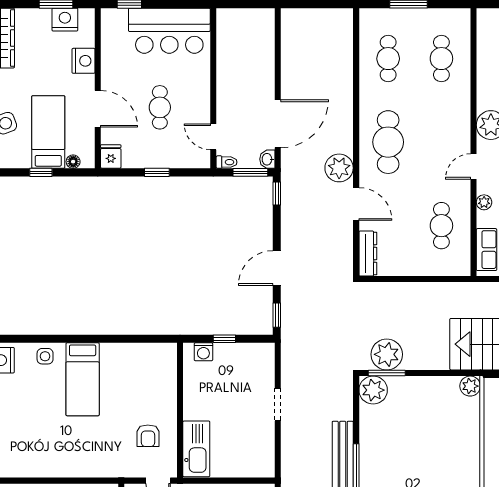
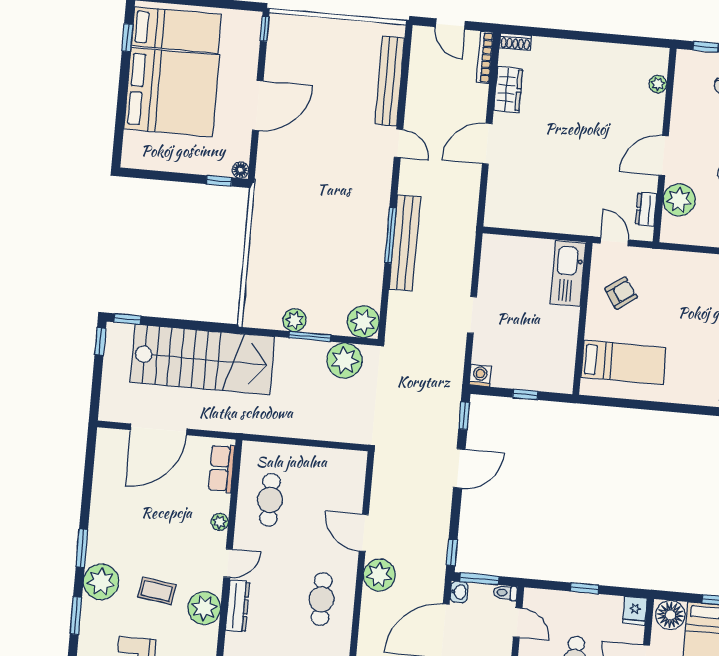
cafe table: (388, 142) -> (322, 599), width x0.73, depth x0.74
floor lamp: (73, 162) -> (670, 615), width x1.89, depth x1.89
dresser: (368, 254) -> (238, 606), moved, turned 180
washing machine: (203, 352) -> (480, 376), moved
window: (387, 373) -> (310, 336), moved
bed: (83, 379) -> (623, 362), moved, turned 90
plant: (470, 386) -> (294, 320), moved
armchair: (148, 436) -> (621, 293), turned 55

